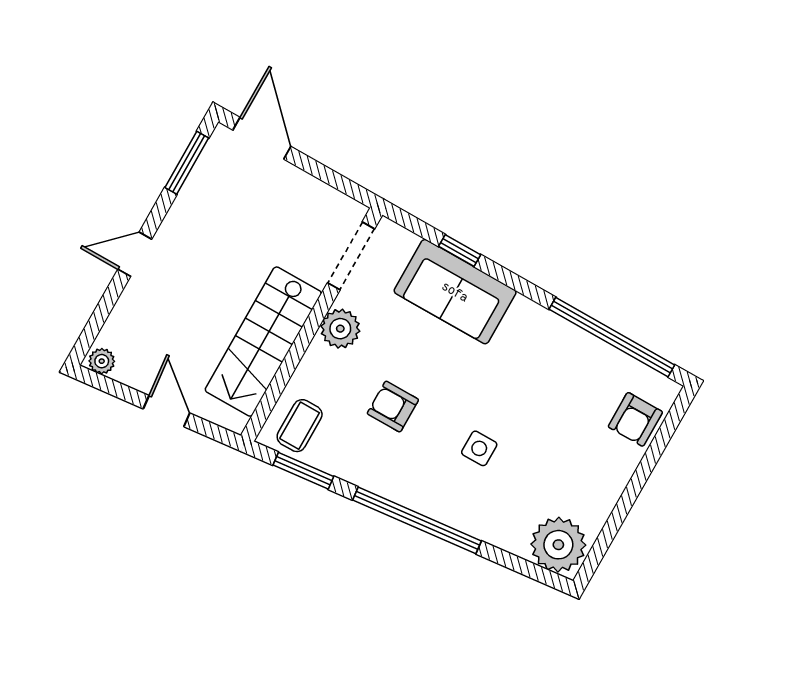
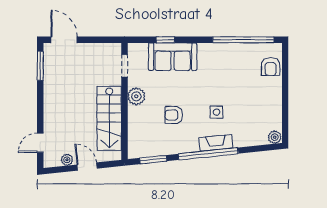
door: (135, 254) -> (40, 143), moved
doorway: (351, 256) -> (124, 66), width x0.73
plant: (102, 361) -> (67, 160), moved
coffee table: (300, 426) -> (142, 143), removed
fireplace: (444, 508) -> (216, 143), added
plant: (558, 545) -> (275, 137), width x0.53, depth x0.53

